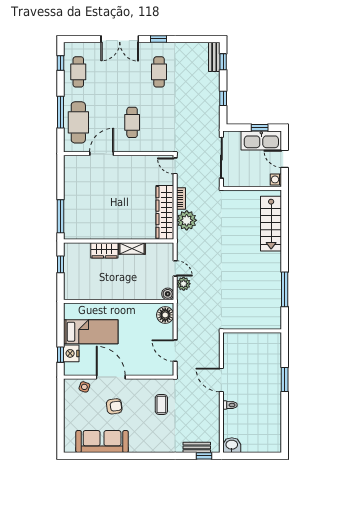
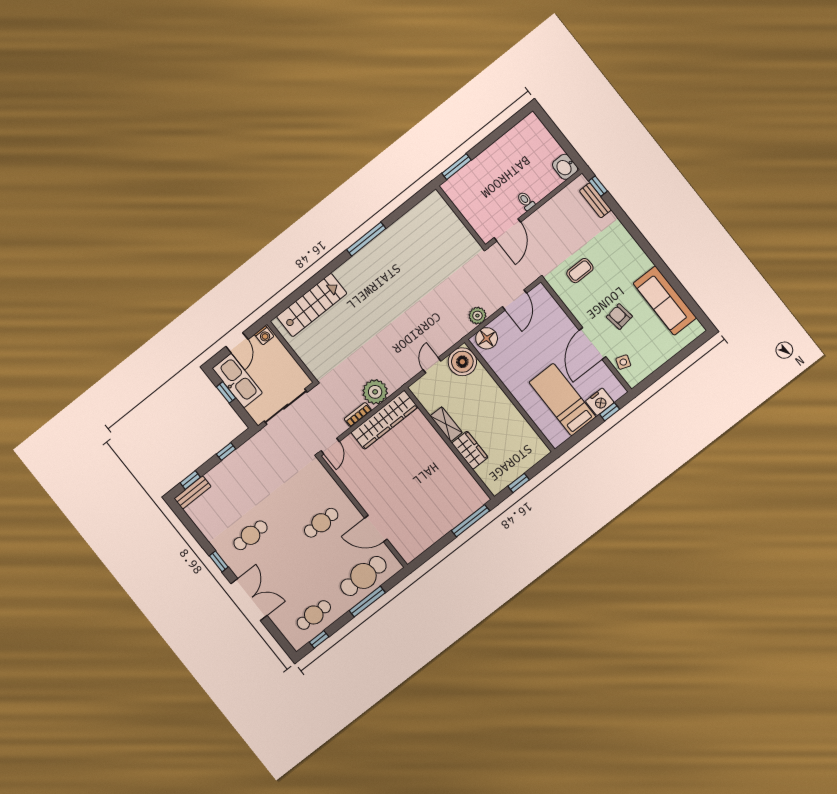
plant: (184, 284) -> (477, 316), moved
boiler: (168, 294) -> (462, 362), width x1.86, depth x1.86
wall: (252, 331) -> (461, 217), moved

